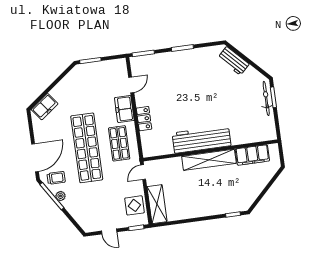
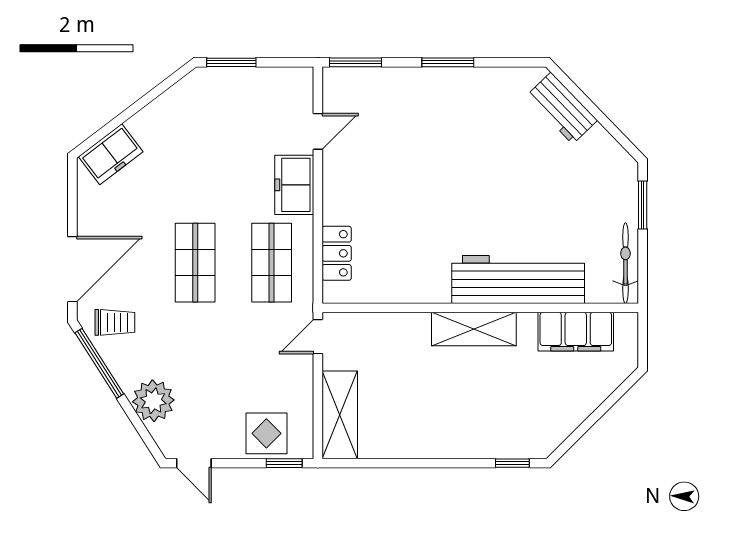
bicycle: (266, 98) -> (625, 263), moved
locker: (144, 119) -> (337, 253), moved
workbench: (202, 139) -> (518, 280), moved
shop shelf: (87, 148) -> (195, 263), width x0.50, depth x0.74
shelving: (209, 160) -> (474, 329), width x0.68
plant: (61, 196) -> (153, 401), moved, width x1.87, depth x1.87
display table: (134, 205) -> (266, 433), moved
door: (109, 231) -> (194, 463), moved

